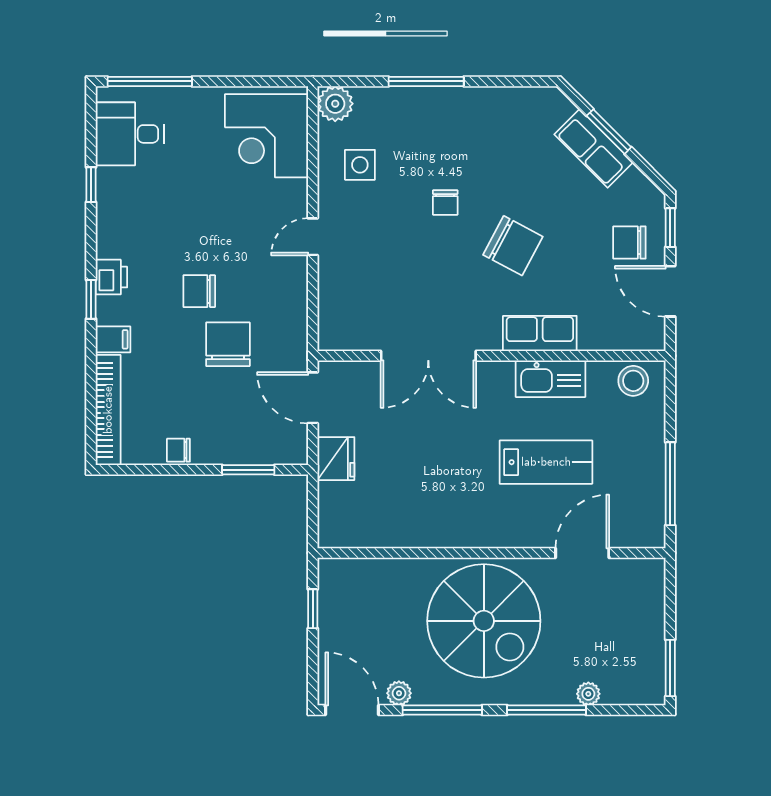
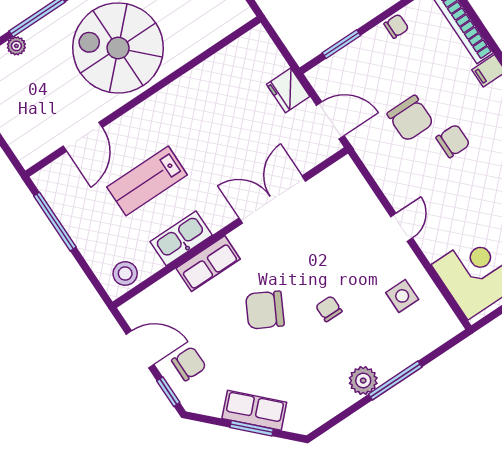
plant: (335, 104) -> (363, 381), moved

